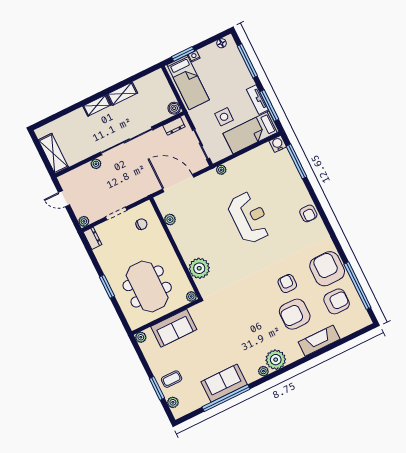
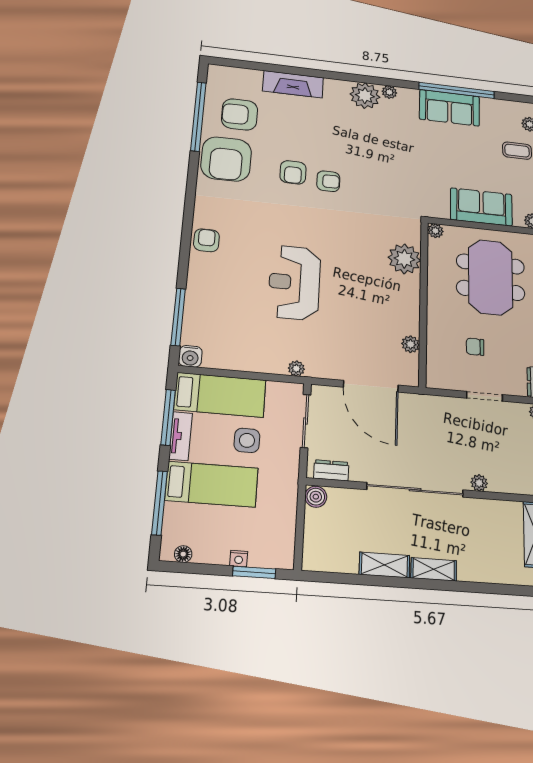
bed: (188, 82) -> (212, 484), moved, turned 90
chair: (141, 224) -> (475, 347), moved
armchair: (295, 314) -> (328, 181), moved, width x0.53, depth x0.53

